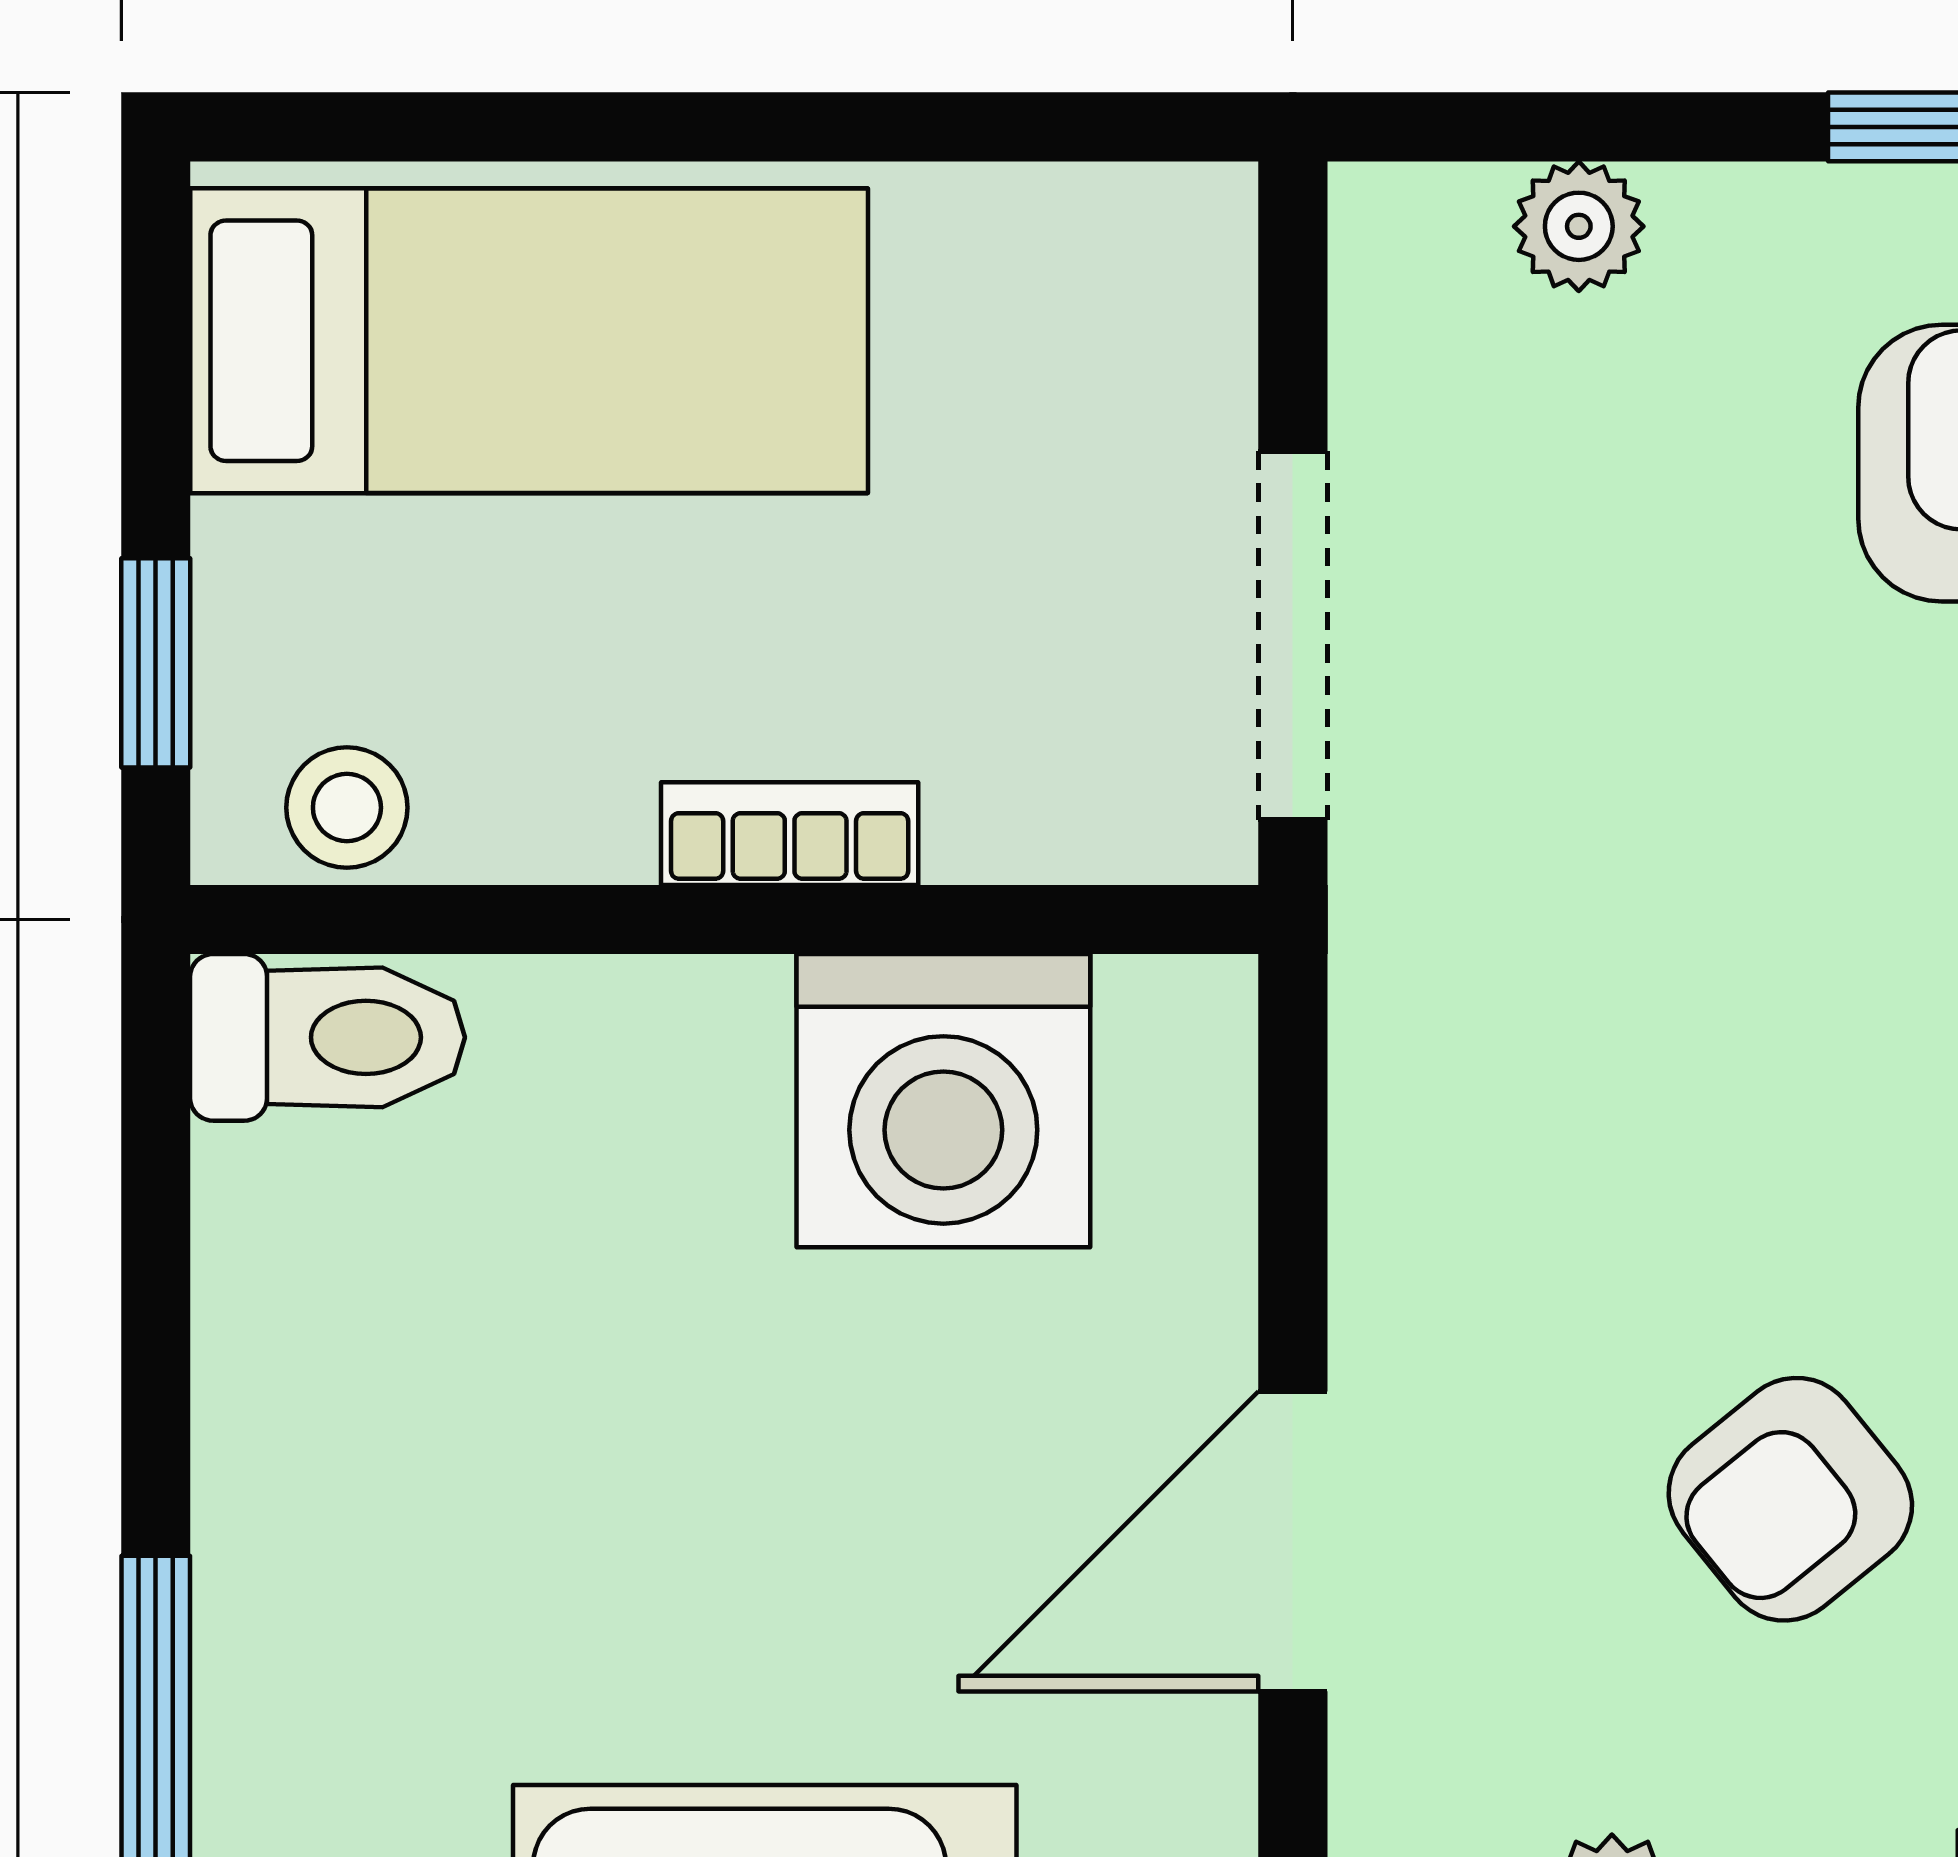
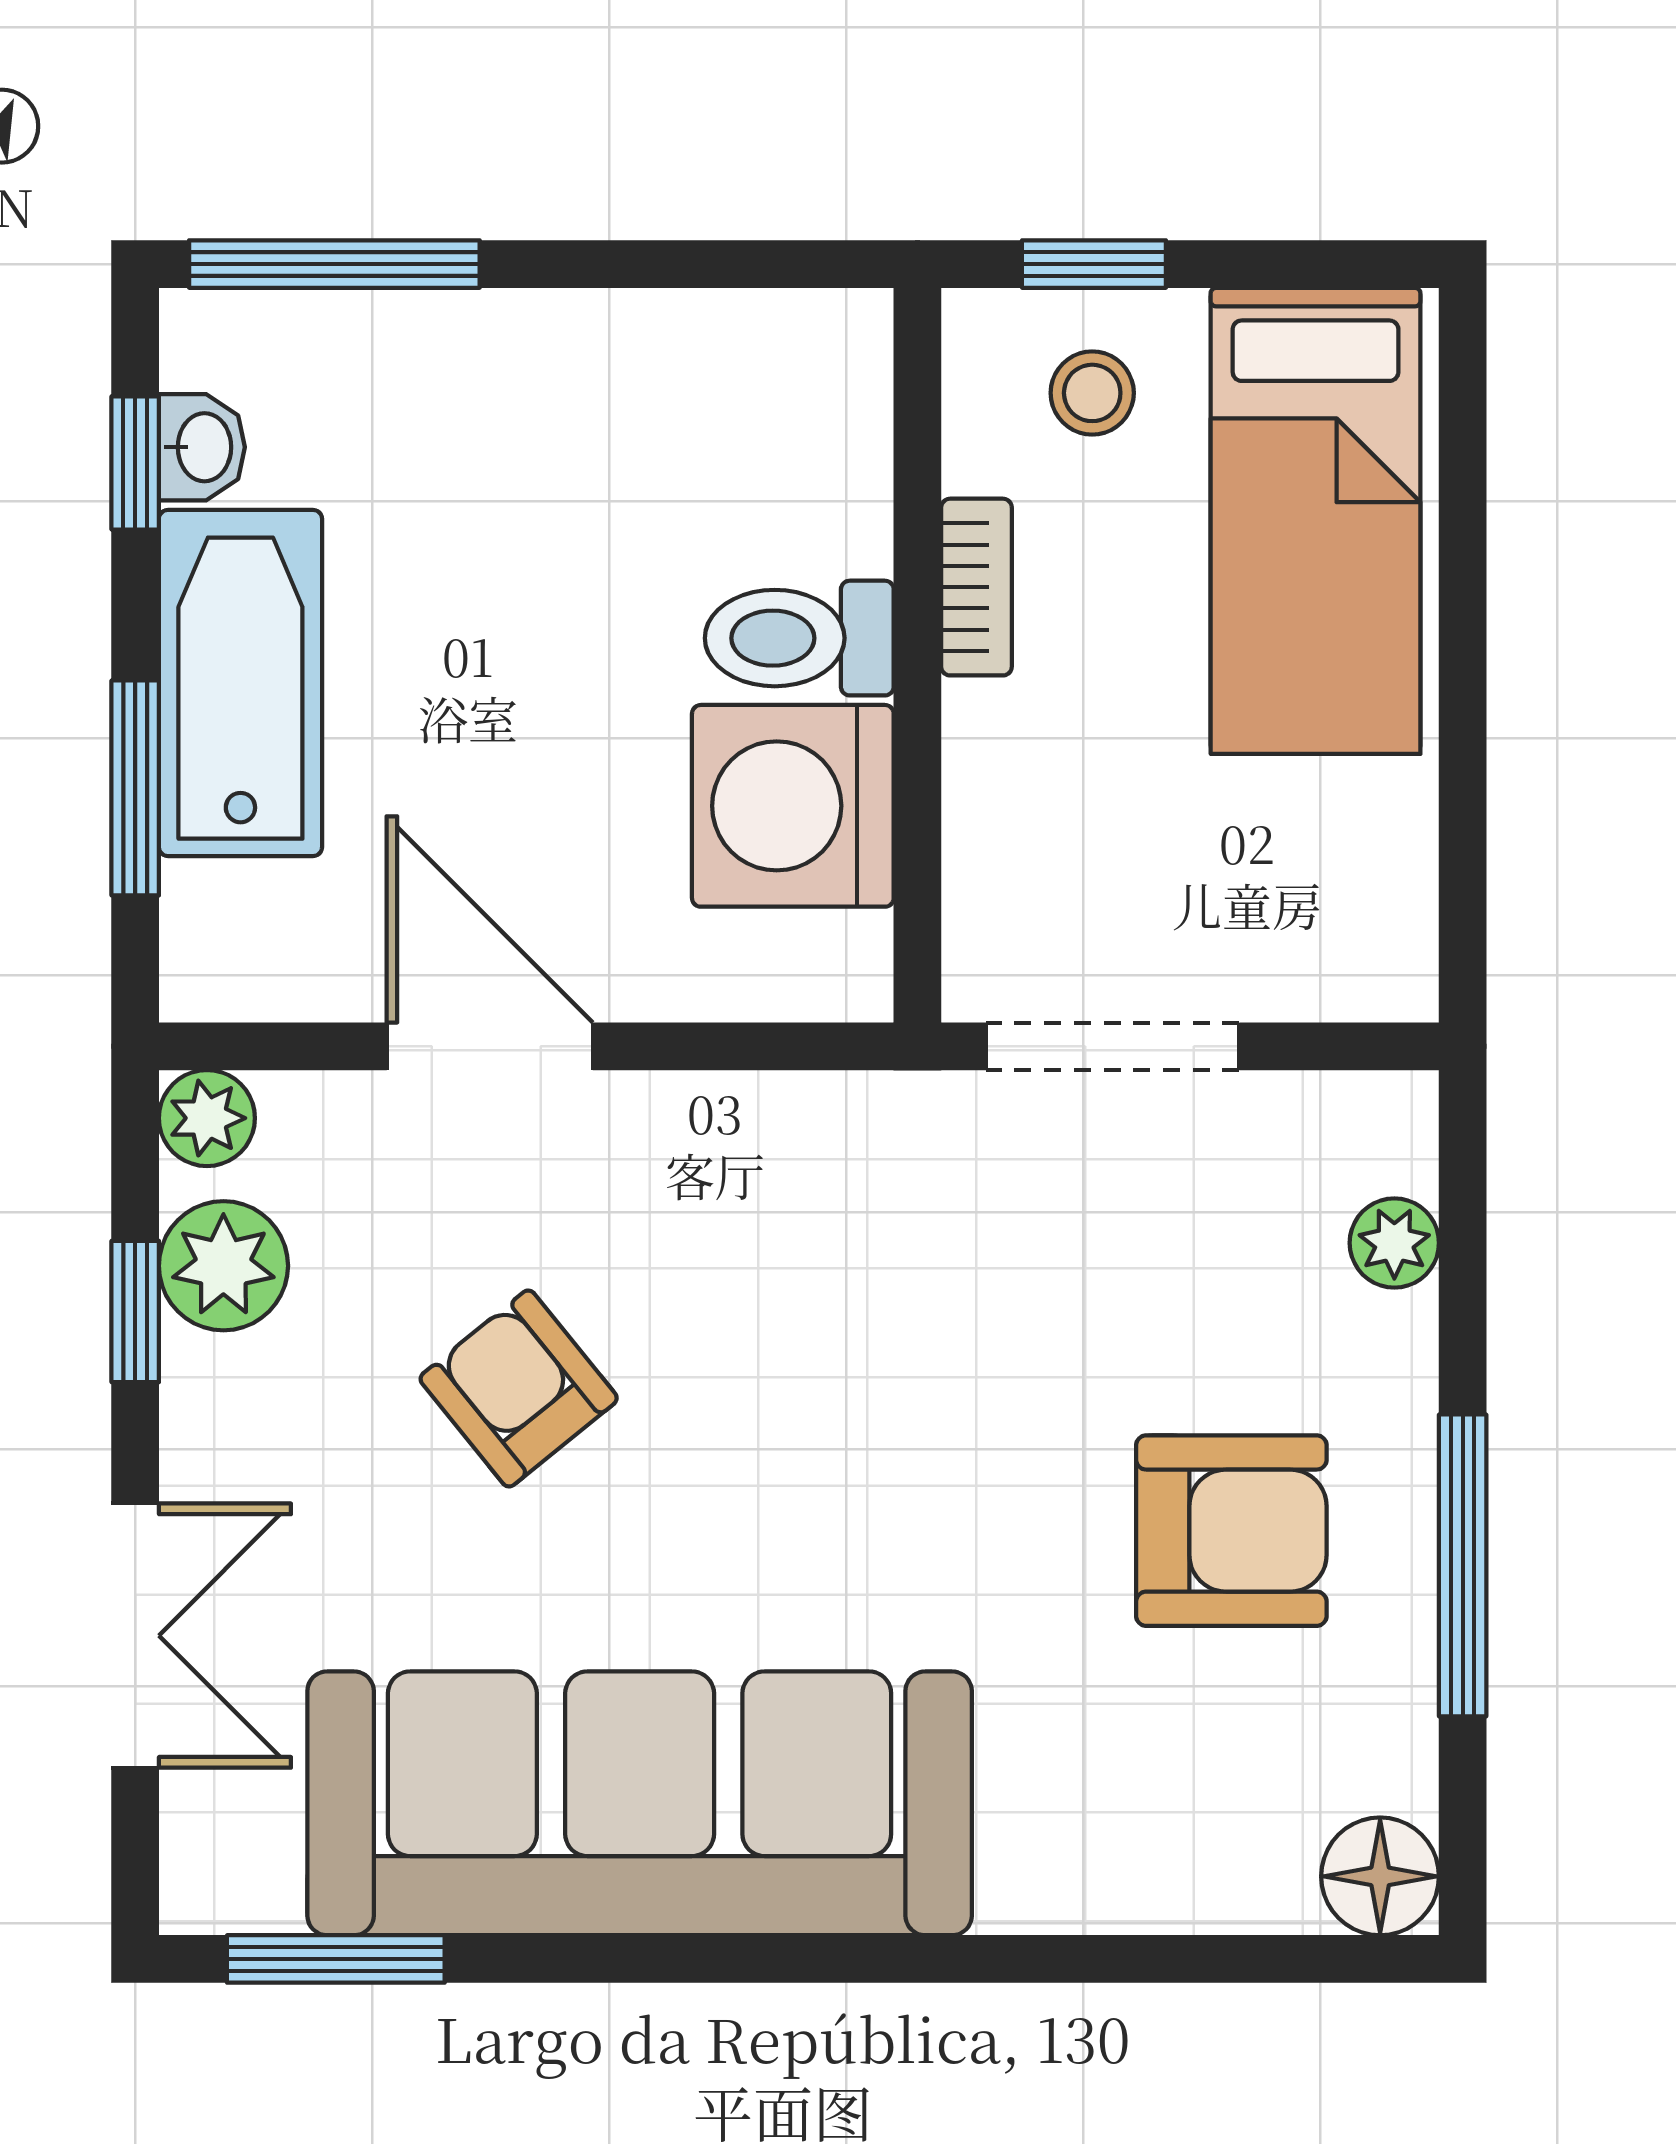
stool: (347, 808) -> (1092, 393), moved
bookcase: (790, 834) -> (976, 587), moved
toilet: (328, 1037) -> (799, 638), moved, turned 90

